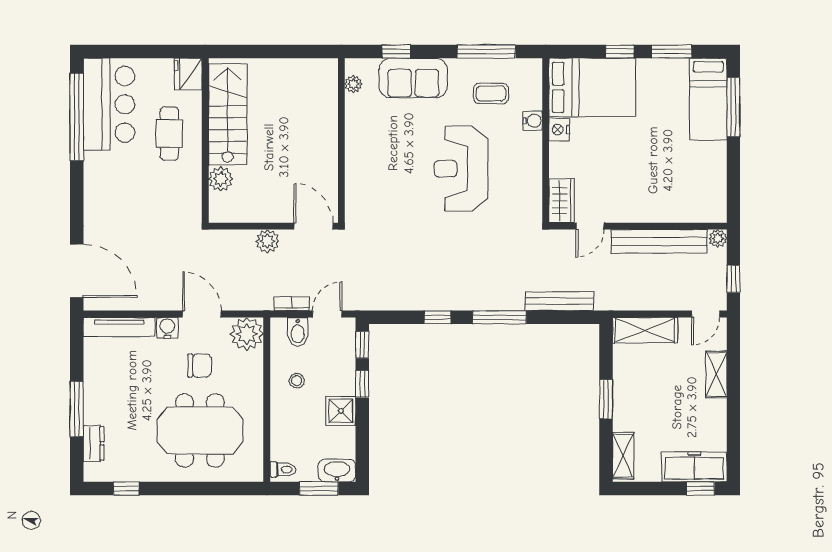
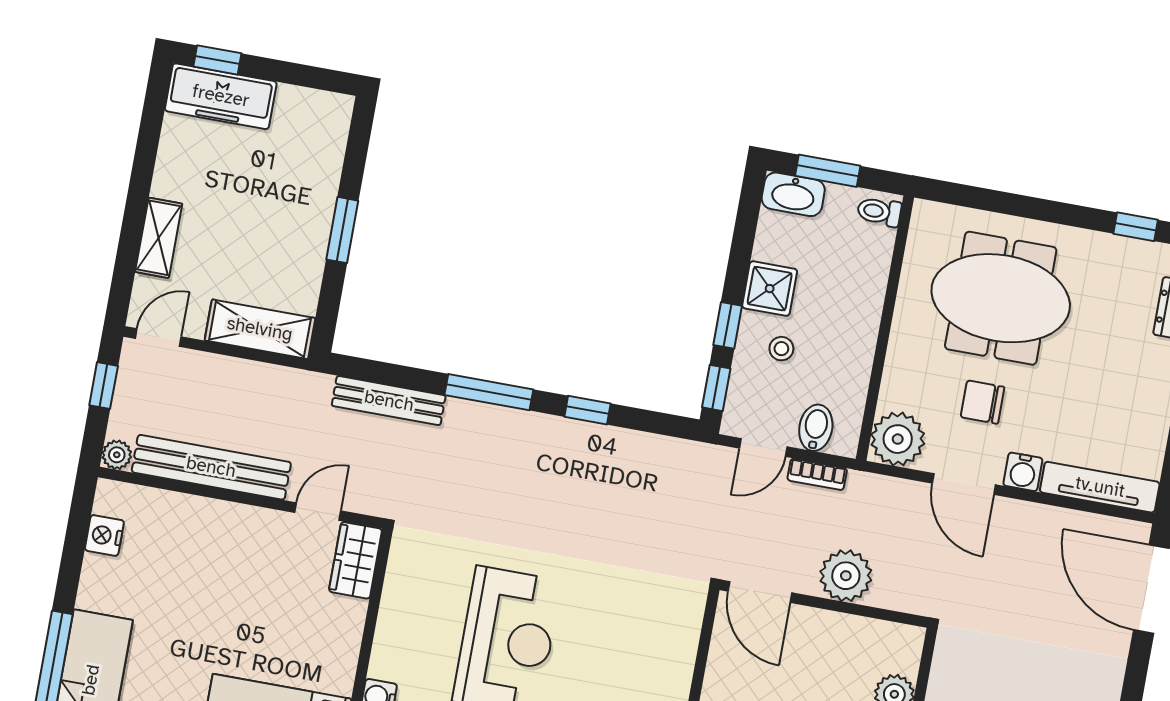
nightstand: (559, 130) -> (104, 535), moved, turned 180
plant: (267, 241) -> (846, 576), width x1.36, depth x1.36
stool: (297, 381) -> (781, 349), moved
shelving: (623, 455) -> (331, 135), removed

